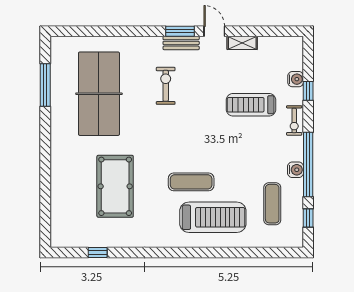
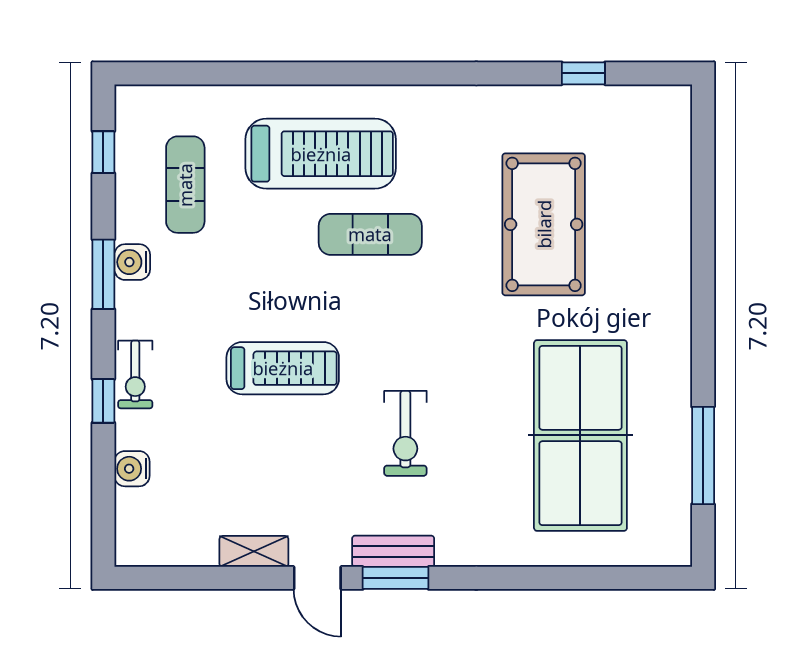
exercise bike: (166, 86) -> (405, 433), moved
window: (308, 91) -> (103, 401), moved
treadmill: (251, 105) -> (283, 368), moved
exercise bike: (294, 120) -> (135, 374), turned 180
window: (308, 164) -> (103, 274), width x0.47
treadmill: (213, 217) -> (321, 154), turned 180

